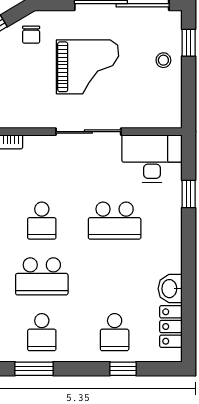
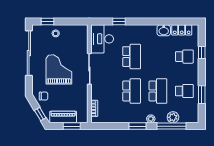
school desk: (42, 221) -> (132, 91), width x1.85

